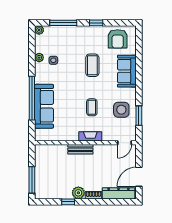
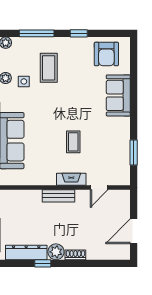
coffee table: (92, 65) -> (49, 68), moved
side table: (121, 110) -> (111, 145), removed
door: (125, 143) -> (99, 188), moved
dresser: (118, 193) -> (26, 252), moved

